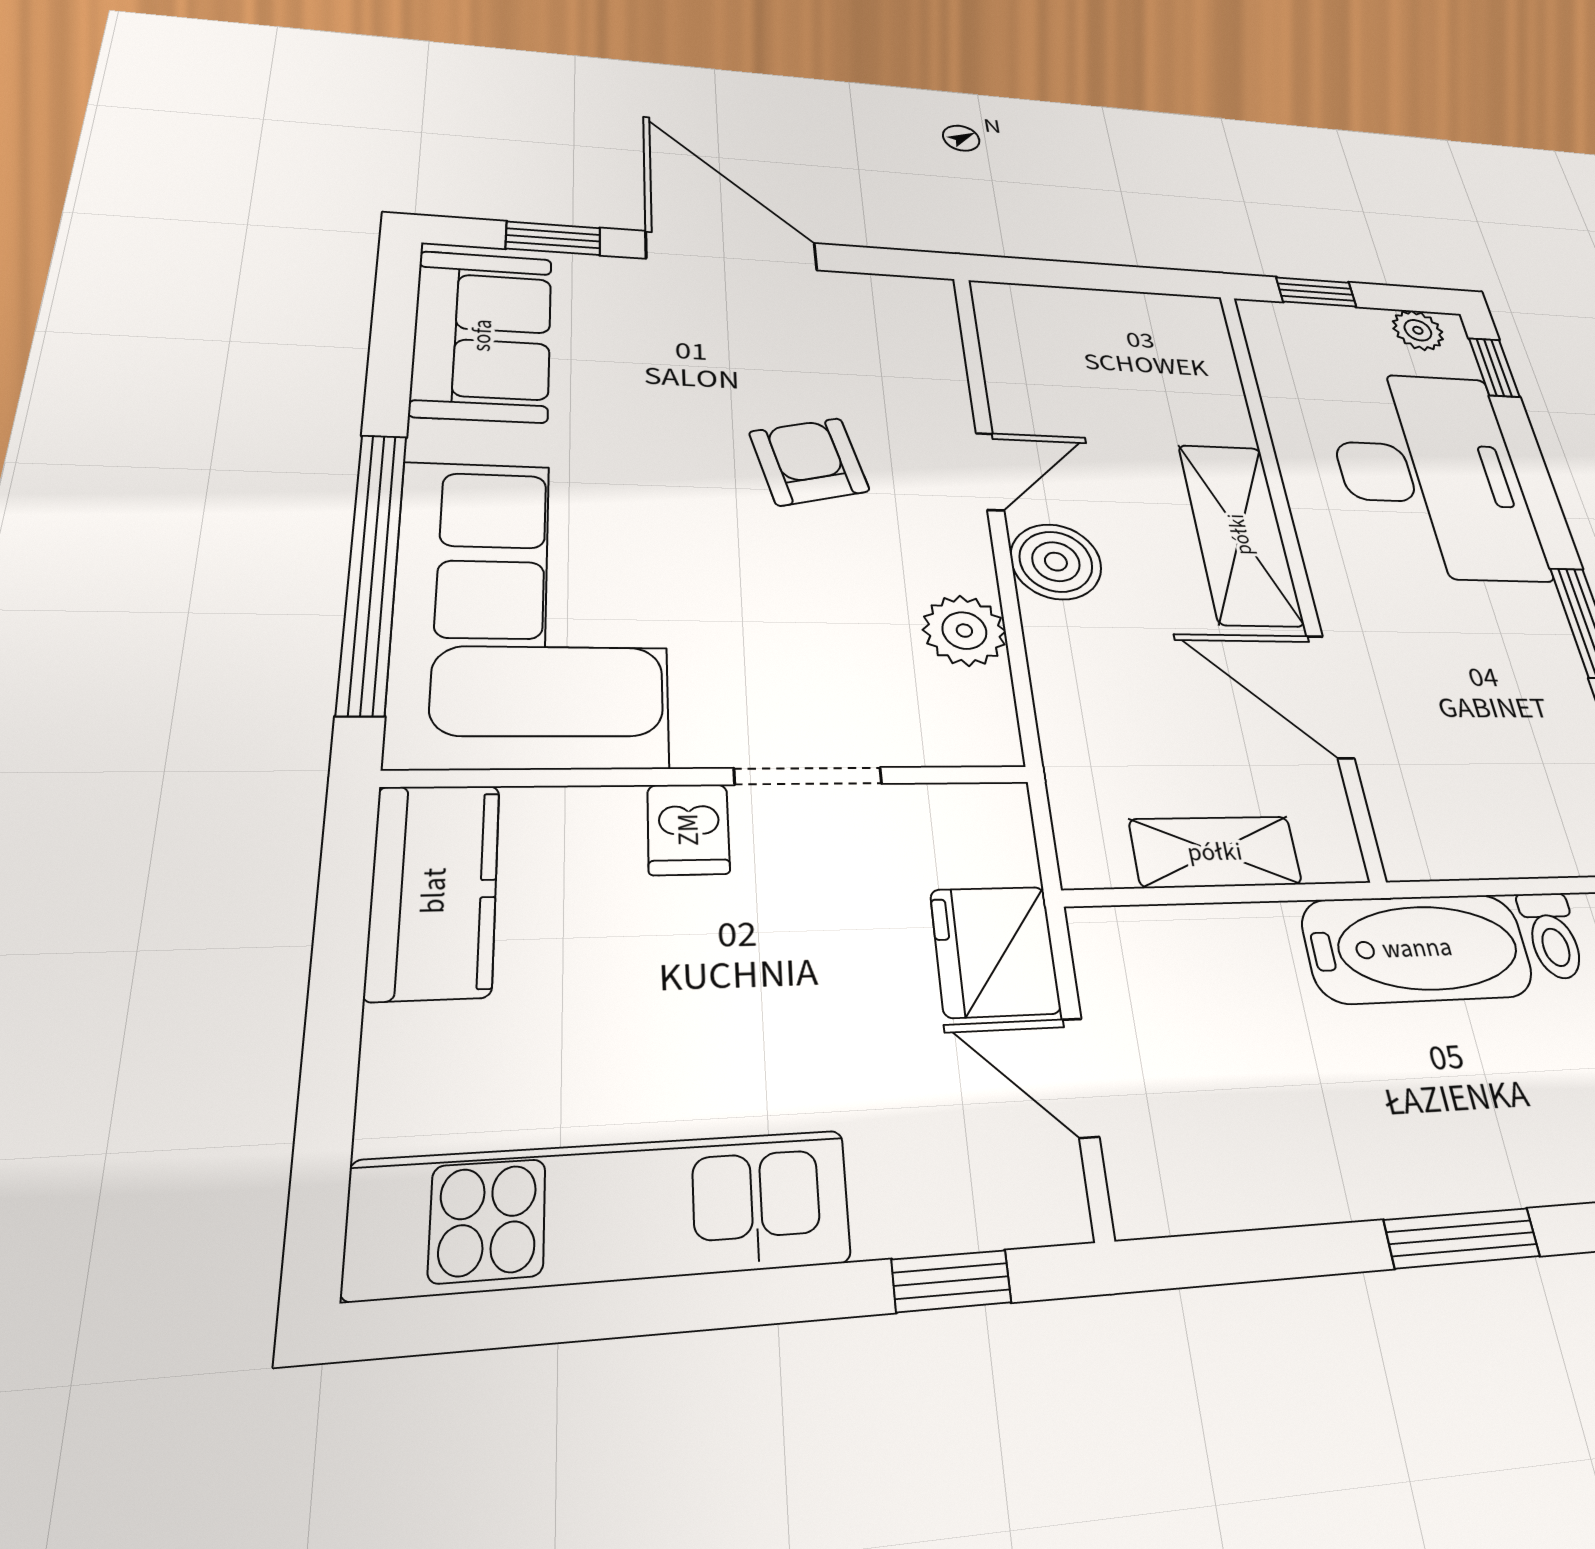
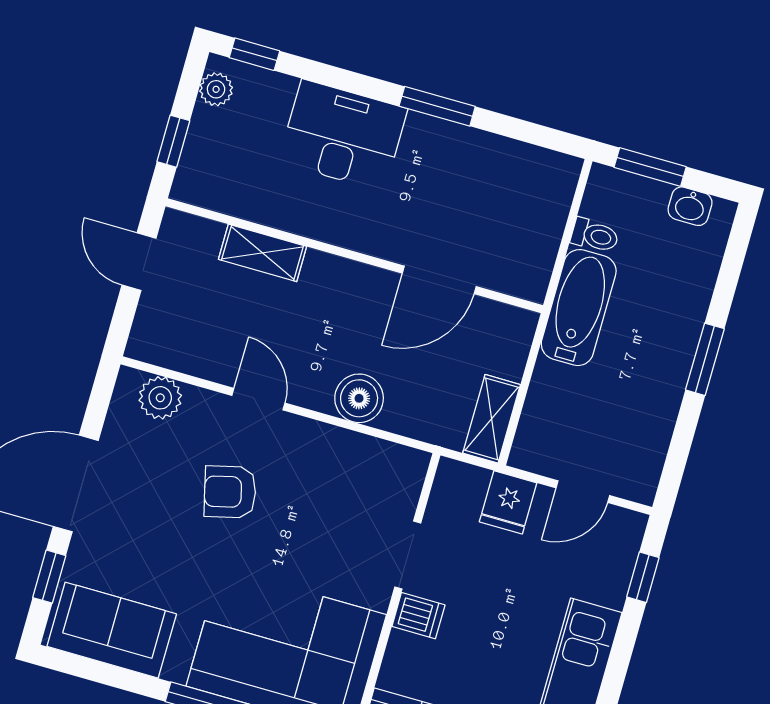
door: (1122, 278) -> (139, 262), added
desk: (1431, 474) -> (343, 135), width x0.73, depth x0.77
shelving: (1240, 534) -> (263, 253), moved, width x0.67, depth x0.75
boiler: (1056, 562) -> (359, 398), moved
plant: (964, 631) -> (160, 398), moved
shelving: (1215, 852) -> (492, 419), moved
fridge: (995, 951) -> (508, 502), width x0.72

